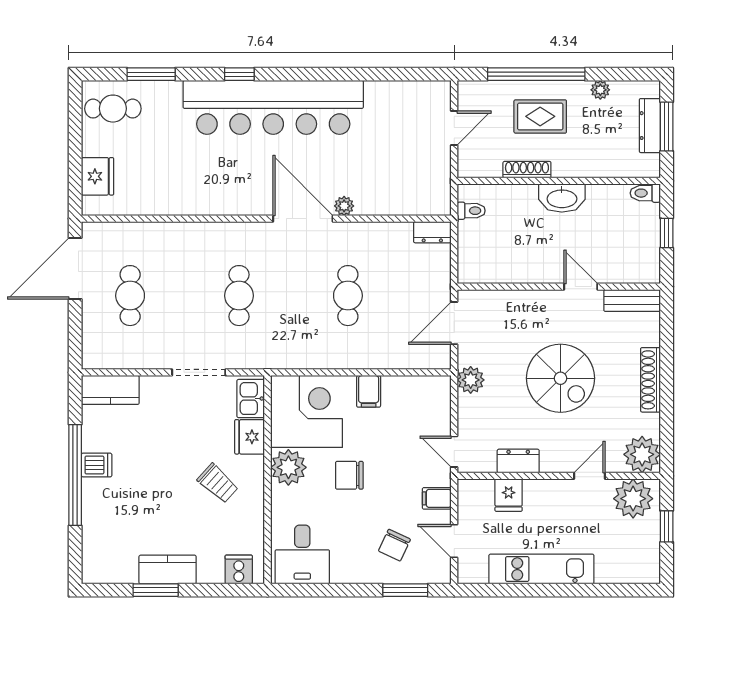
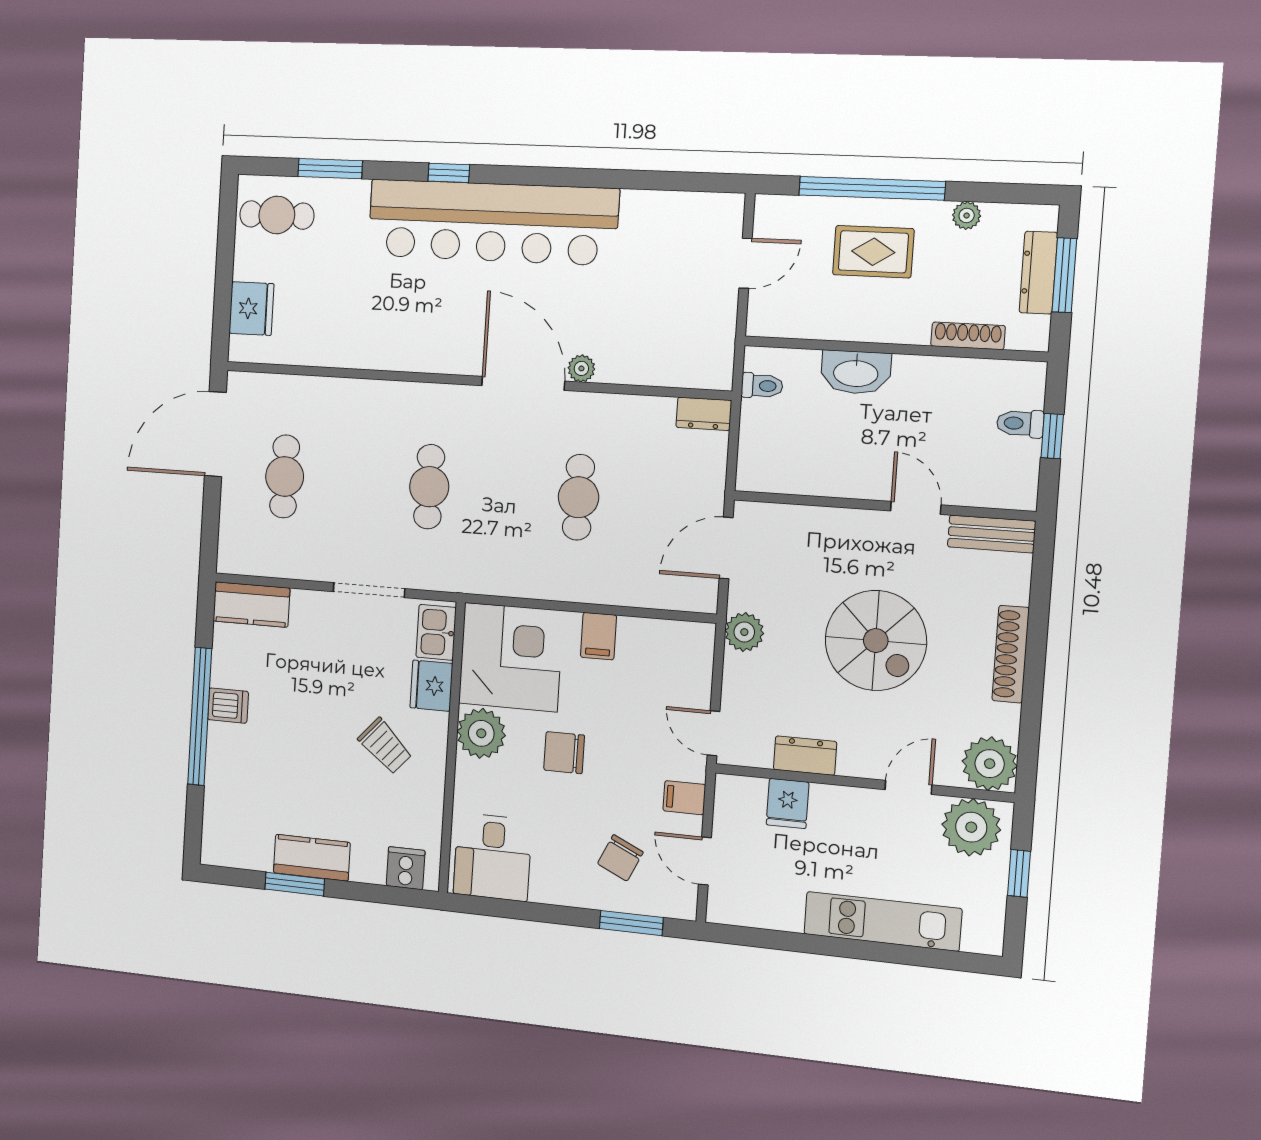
shoe rack: (527, 170) -> (968, 336), moved
toilet: (645, 193) -> (1020, 423), moved
washbasin: (562, 198) -> (856, 372), moved
kitchen unit: (541, 569) -> (882, 921), moved

